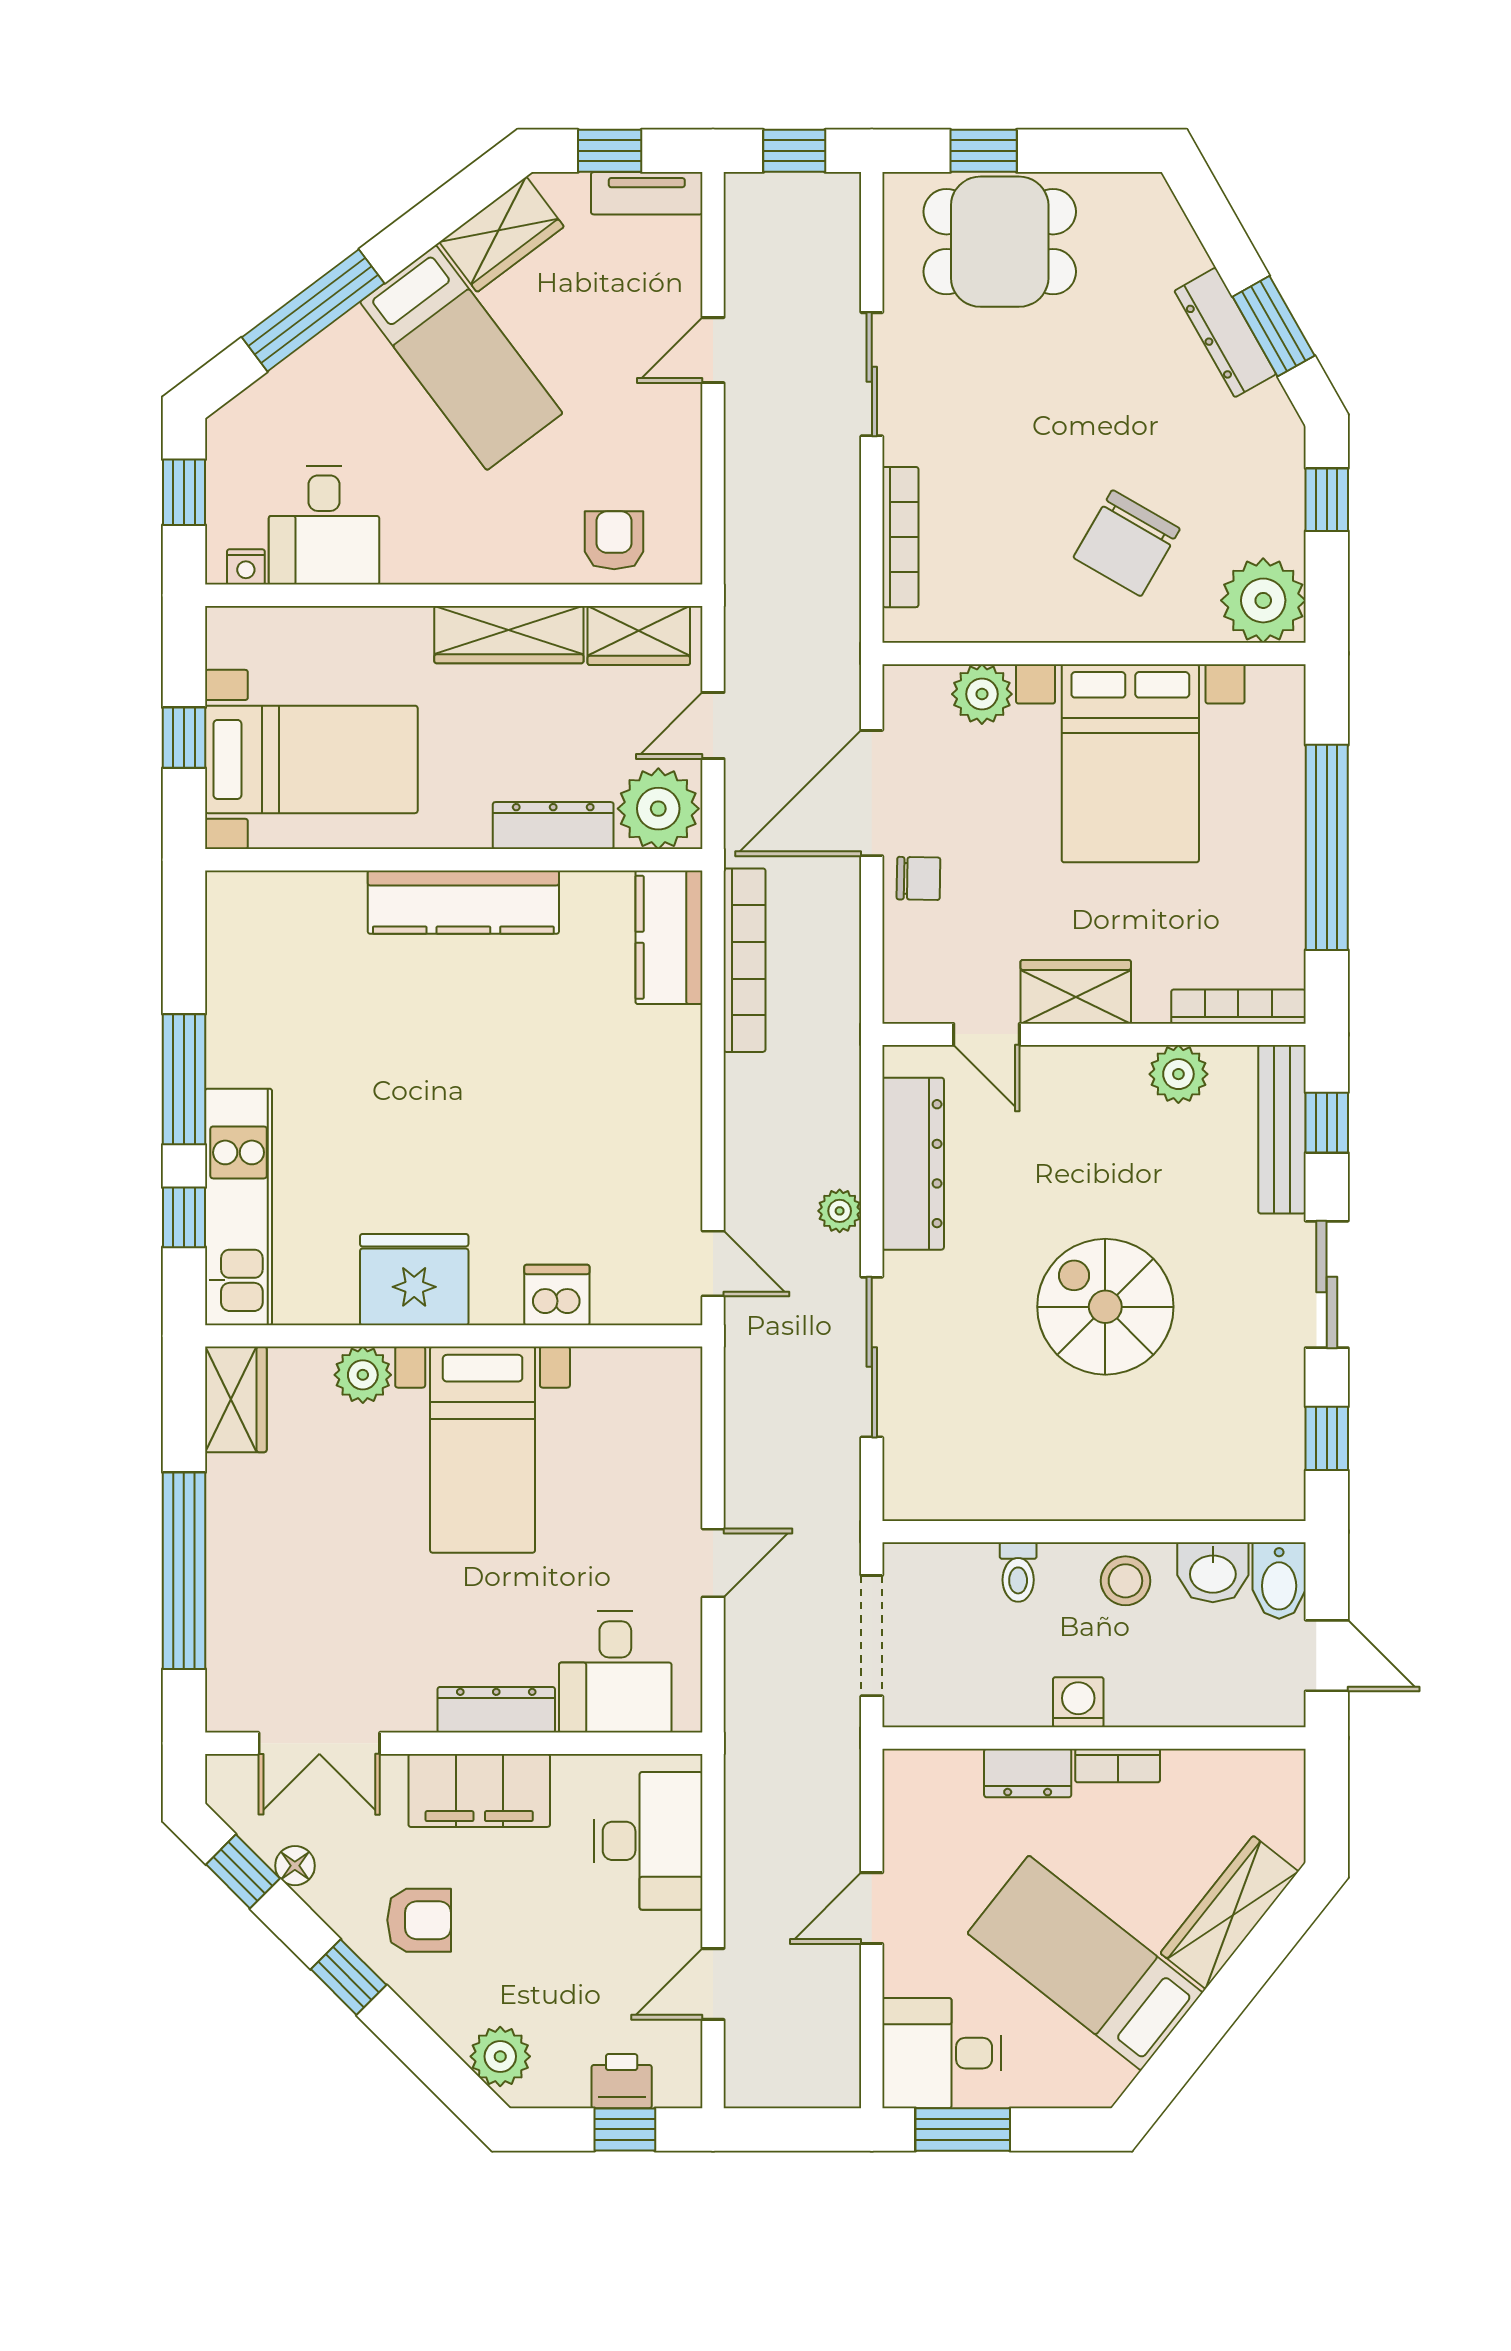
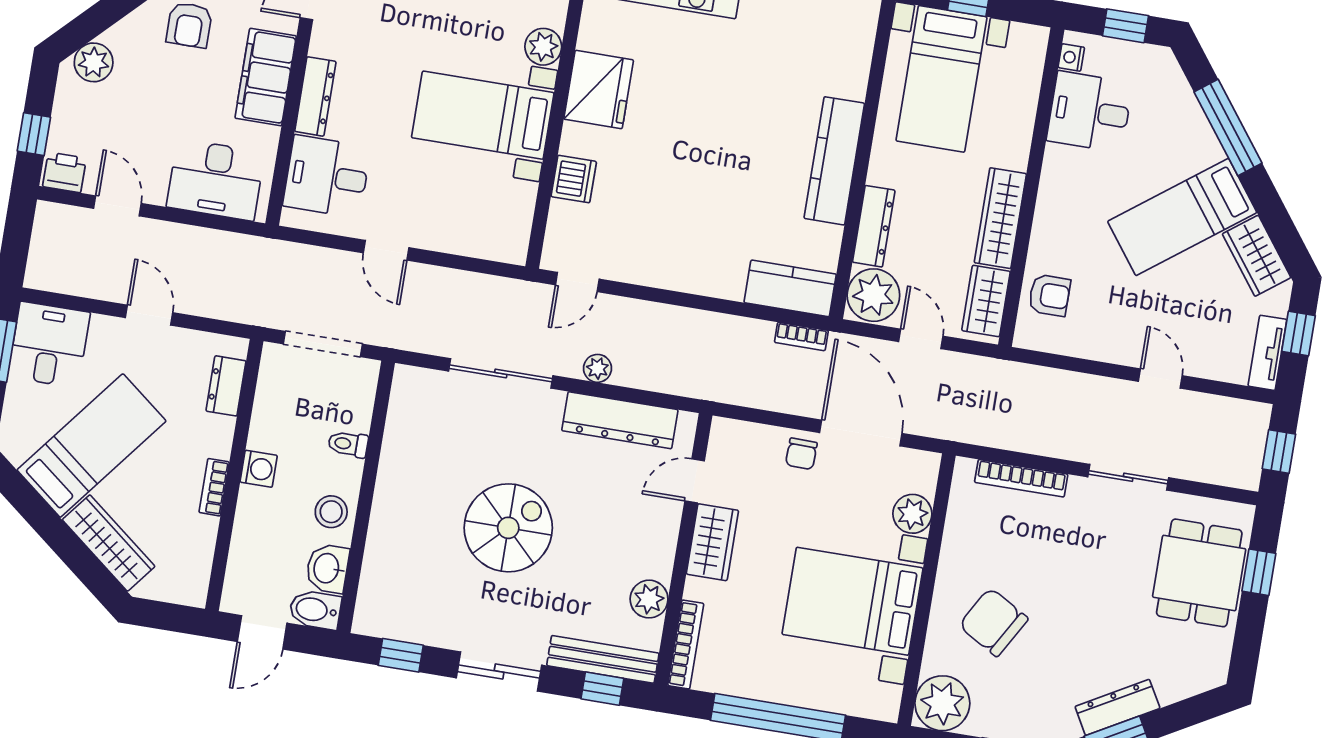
bookcase: (744, 960) -> (801, 336), width x0.43, depth x0.76
dresser: (1028, 1773) -> (226, 386), moved
printer: (622, 2081) -> (64, 172), moved, turned -90

